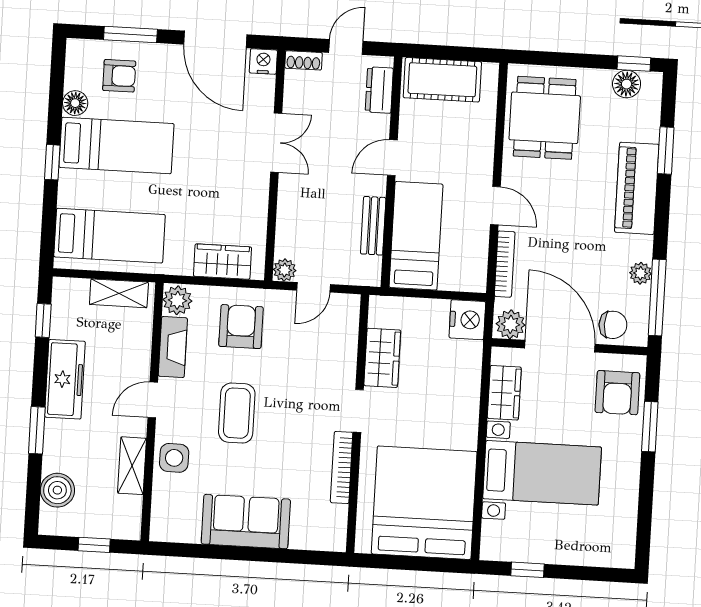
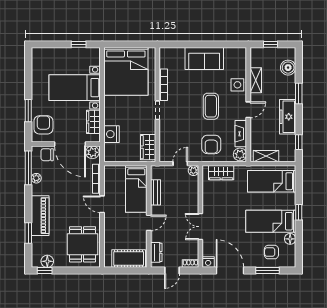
nightstand: (467, 320) -> (112, 134), moved
wardrobe: (382, 358) -> (148, 147), moved

